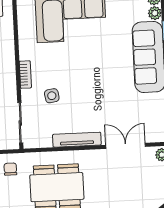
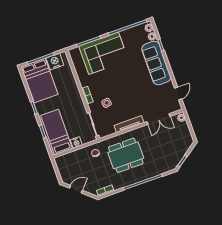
double door: (126, 146) -> (159, 119), swing flipped

